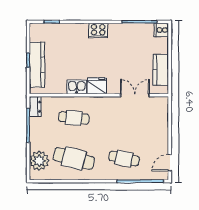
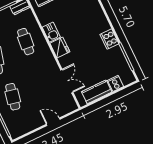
cooker: (161, 30) -> (115, 83), moved
cooker: (98, 31) -> (109, 39), moved
door: (170, 163) -> (53, 122), moved

